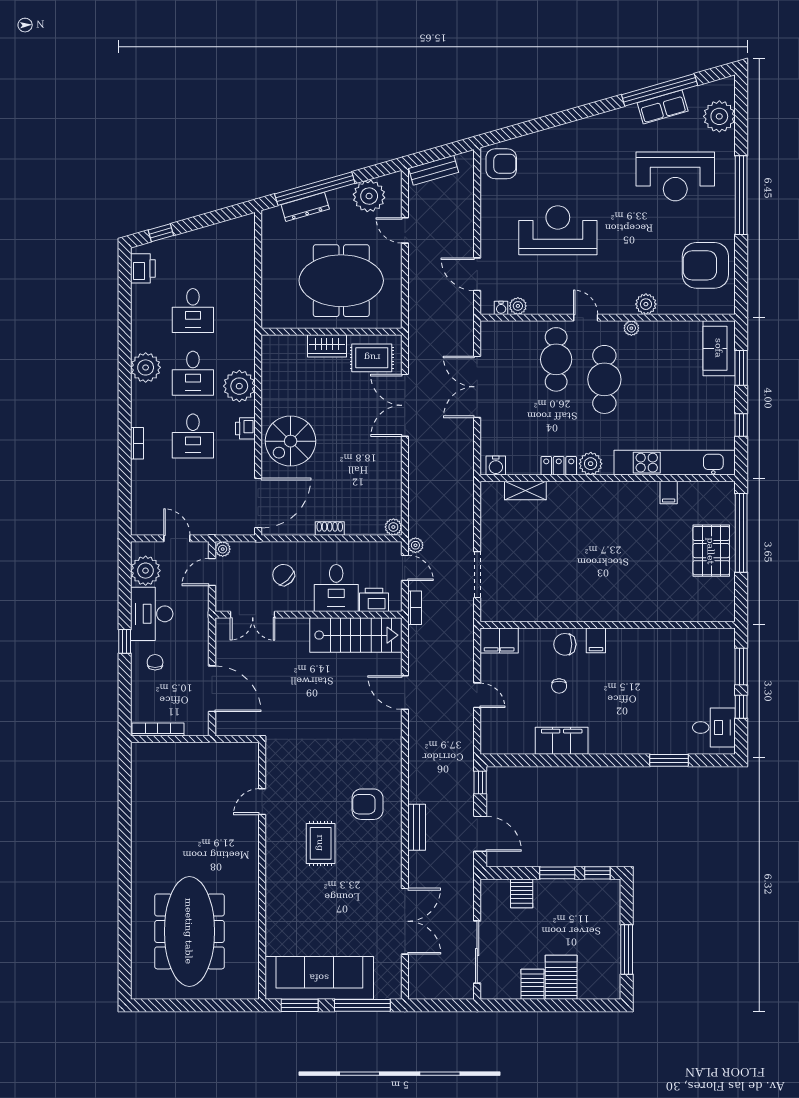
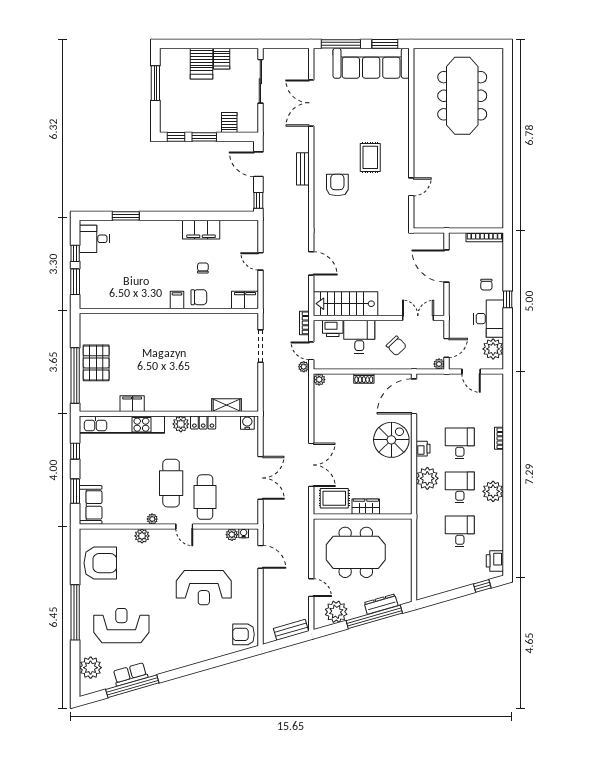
filing cabinet: (669, 493) -> (132, 404), width x2.00
armchair: (368, 804) -> (337, 185), turned -90

